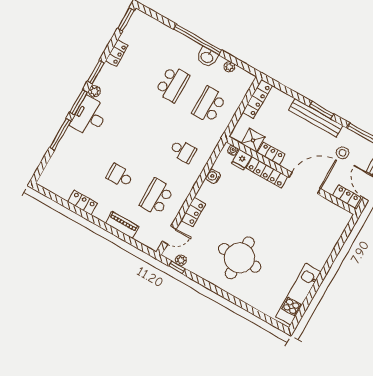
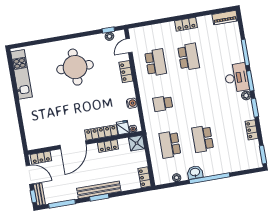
locker: (257, 99) -> (144, 177), width x0.66
school desk: (209, 105) -> (170, 144), turned 180
shower: (253, 140) -> (137, 143), moved
stool: (343, 153) -> (65, 182), removed
school desk: (120, 176) -> (188, 57), width x1.85
locker: (83, 203) -> (186, 24), moved
piano: (122, 225) -> (225, 18), moved

